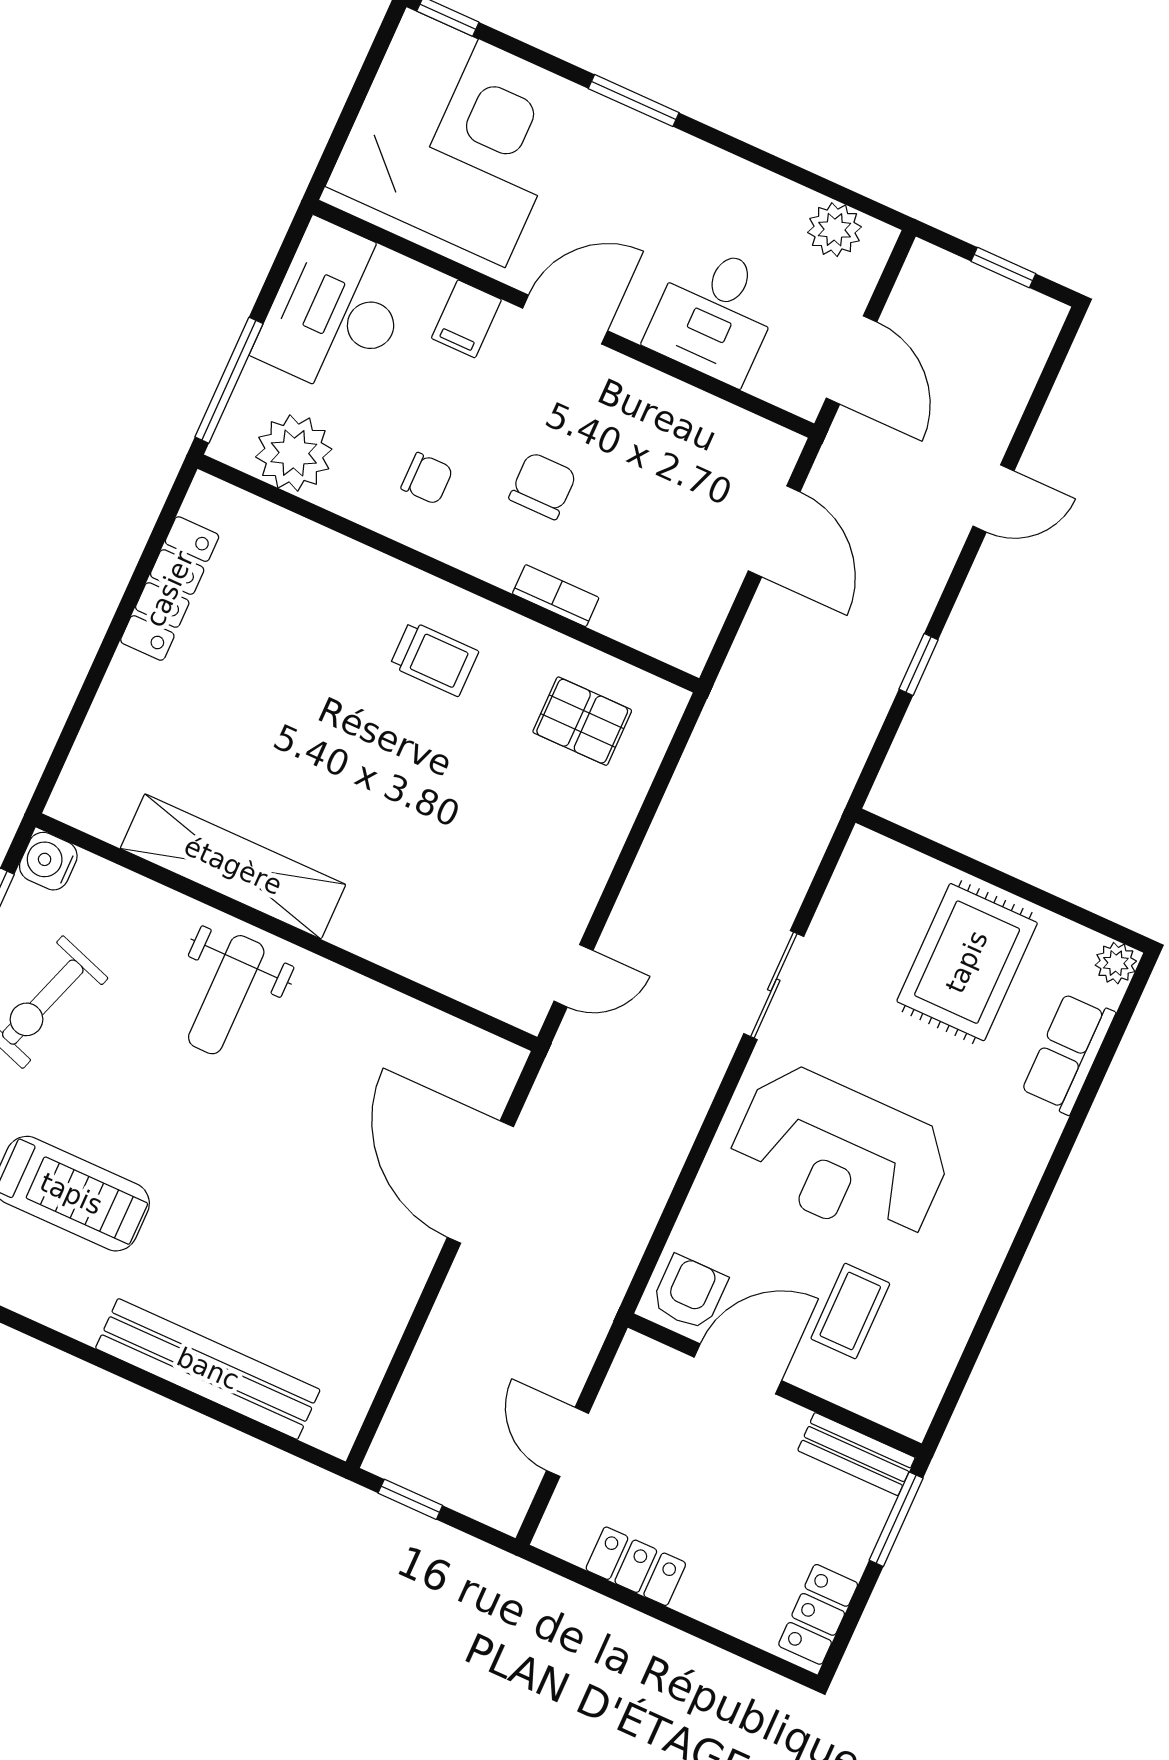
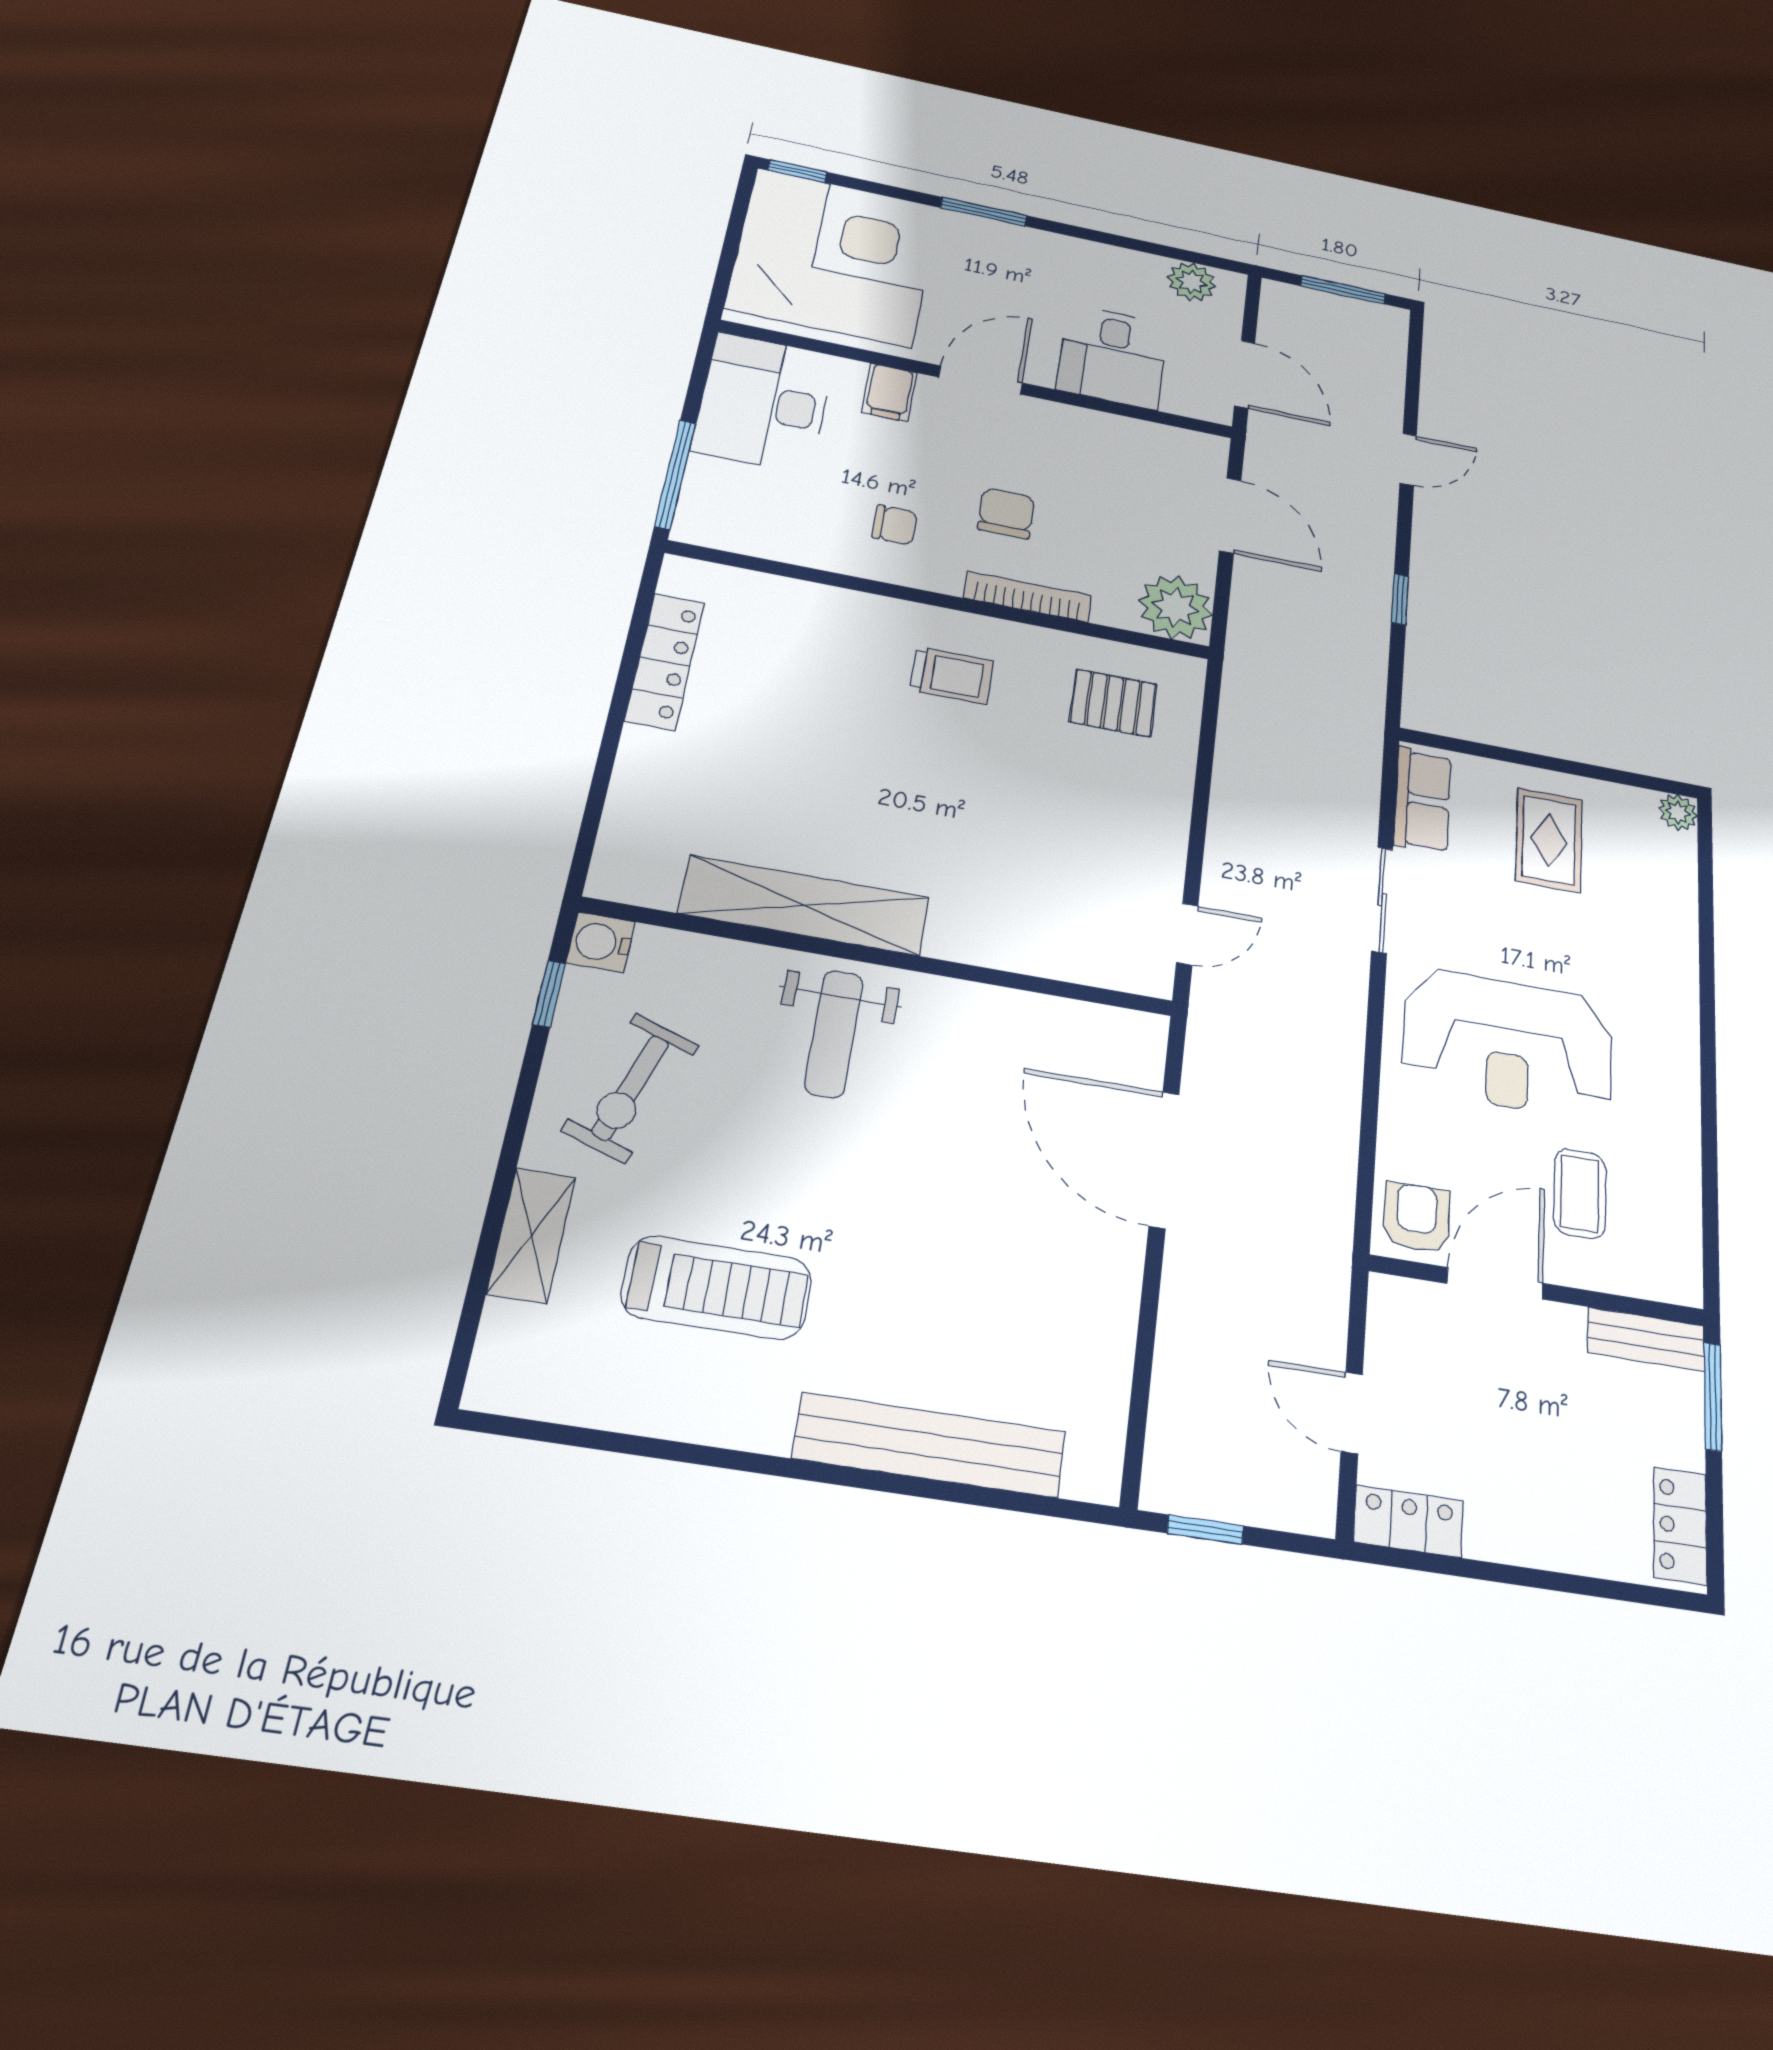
window: (1003, 267) -> (1343, 290), width x1.50
plant: (294, 453) -> (1175, 607), moved
bookcase: (556, 596) -> (1028, 597), width x1.56
rug: (967, 962) -> (1549, 840), width x0.73, depth x0.70
row of seats: (1068, 1053) -> (1422, 800), moved, turned 180
locker: (636, 1566) -> (1409, 1521), moved

